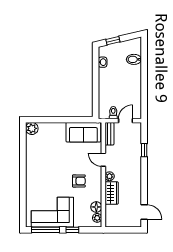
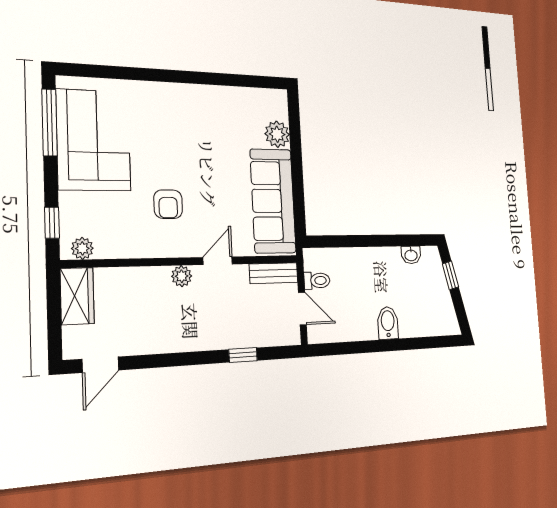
bidet: (134, 59) -> (388, 323), moved
plant: (32, 128) -> (277, 134), moved
sofa: (83, 132) -> (273, 201), width x1.36
wardrobe: (112, 193) -> (77, 296), moved, turned -90
floor lamp: (96, 207) -> (109, 246), removed
window: (72, 230) -> (52, 223), moved

